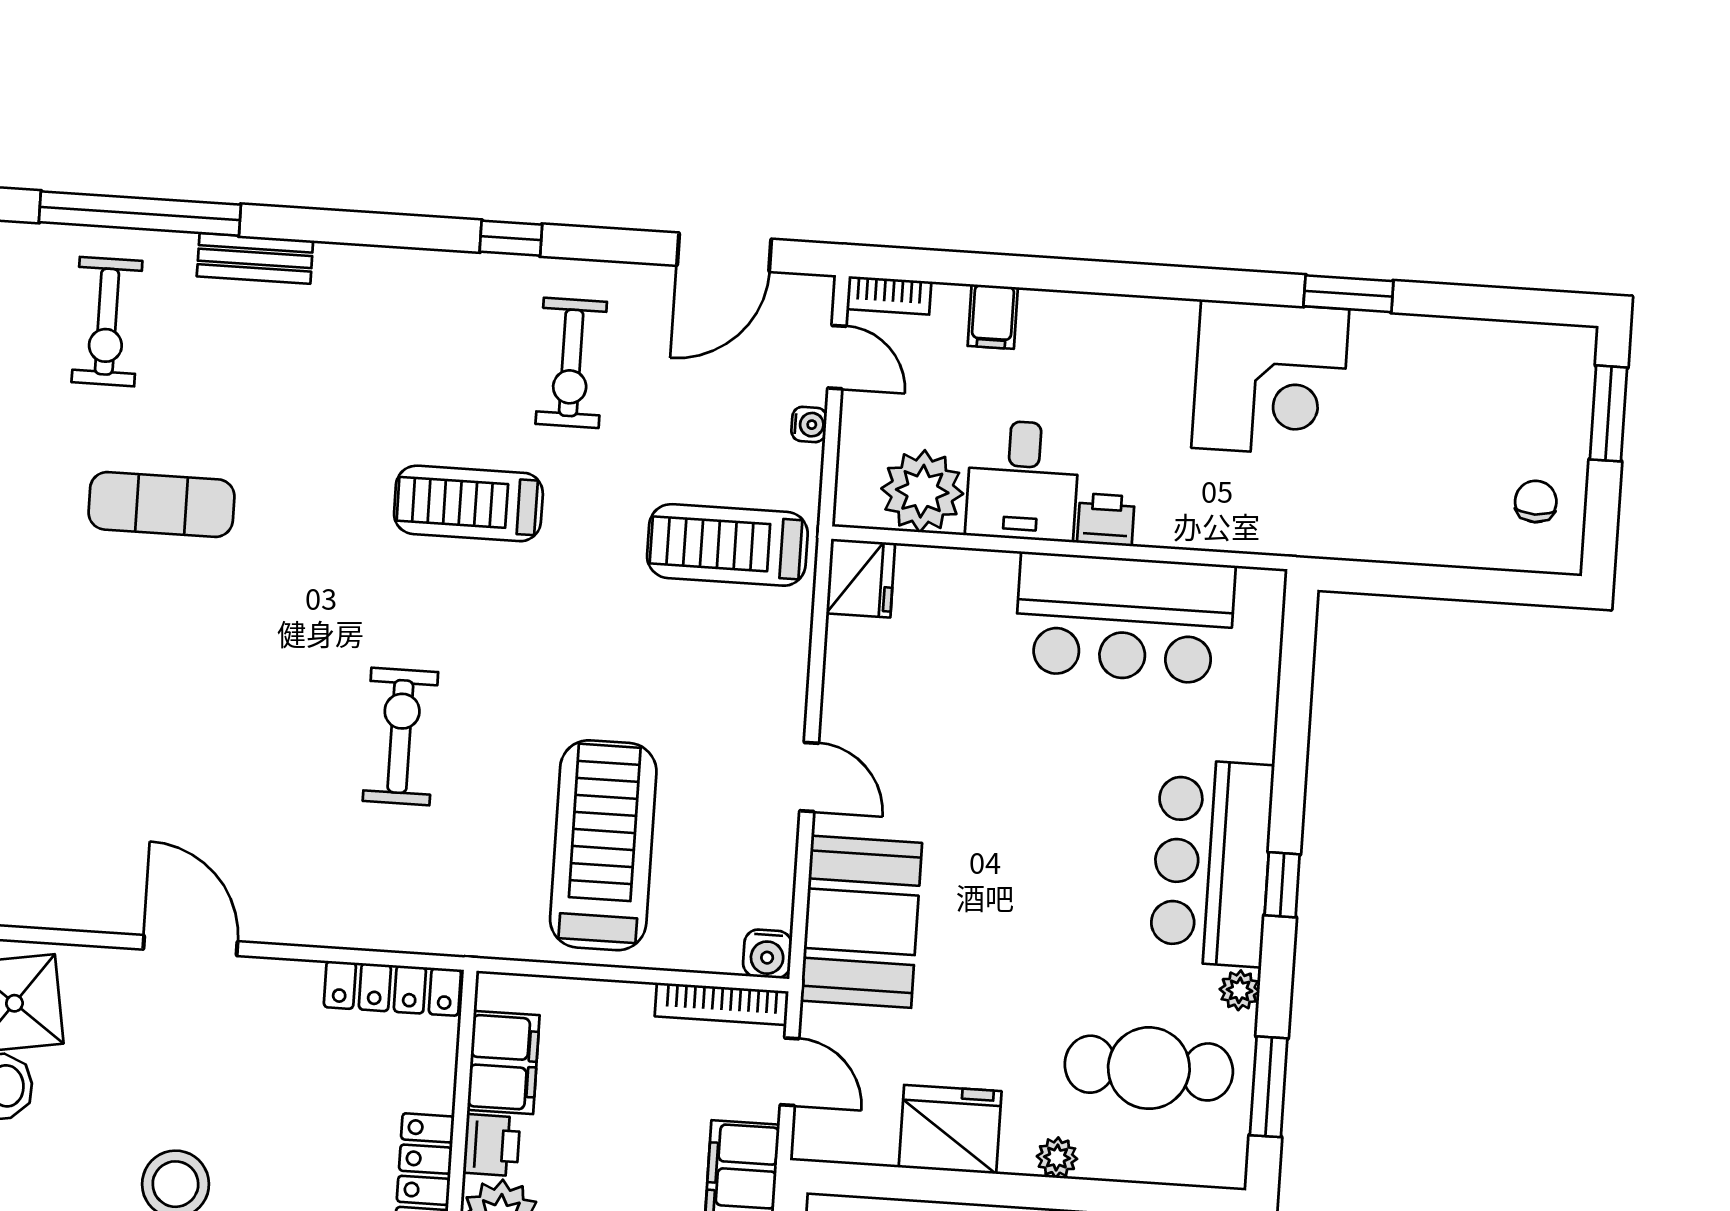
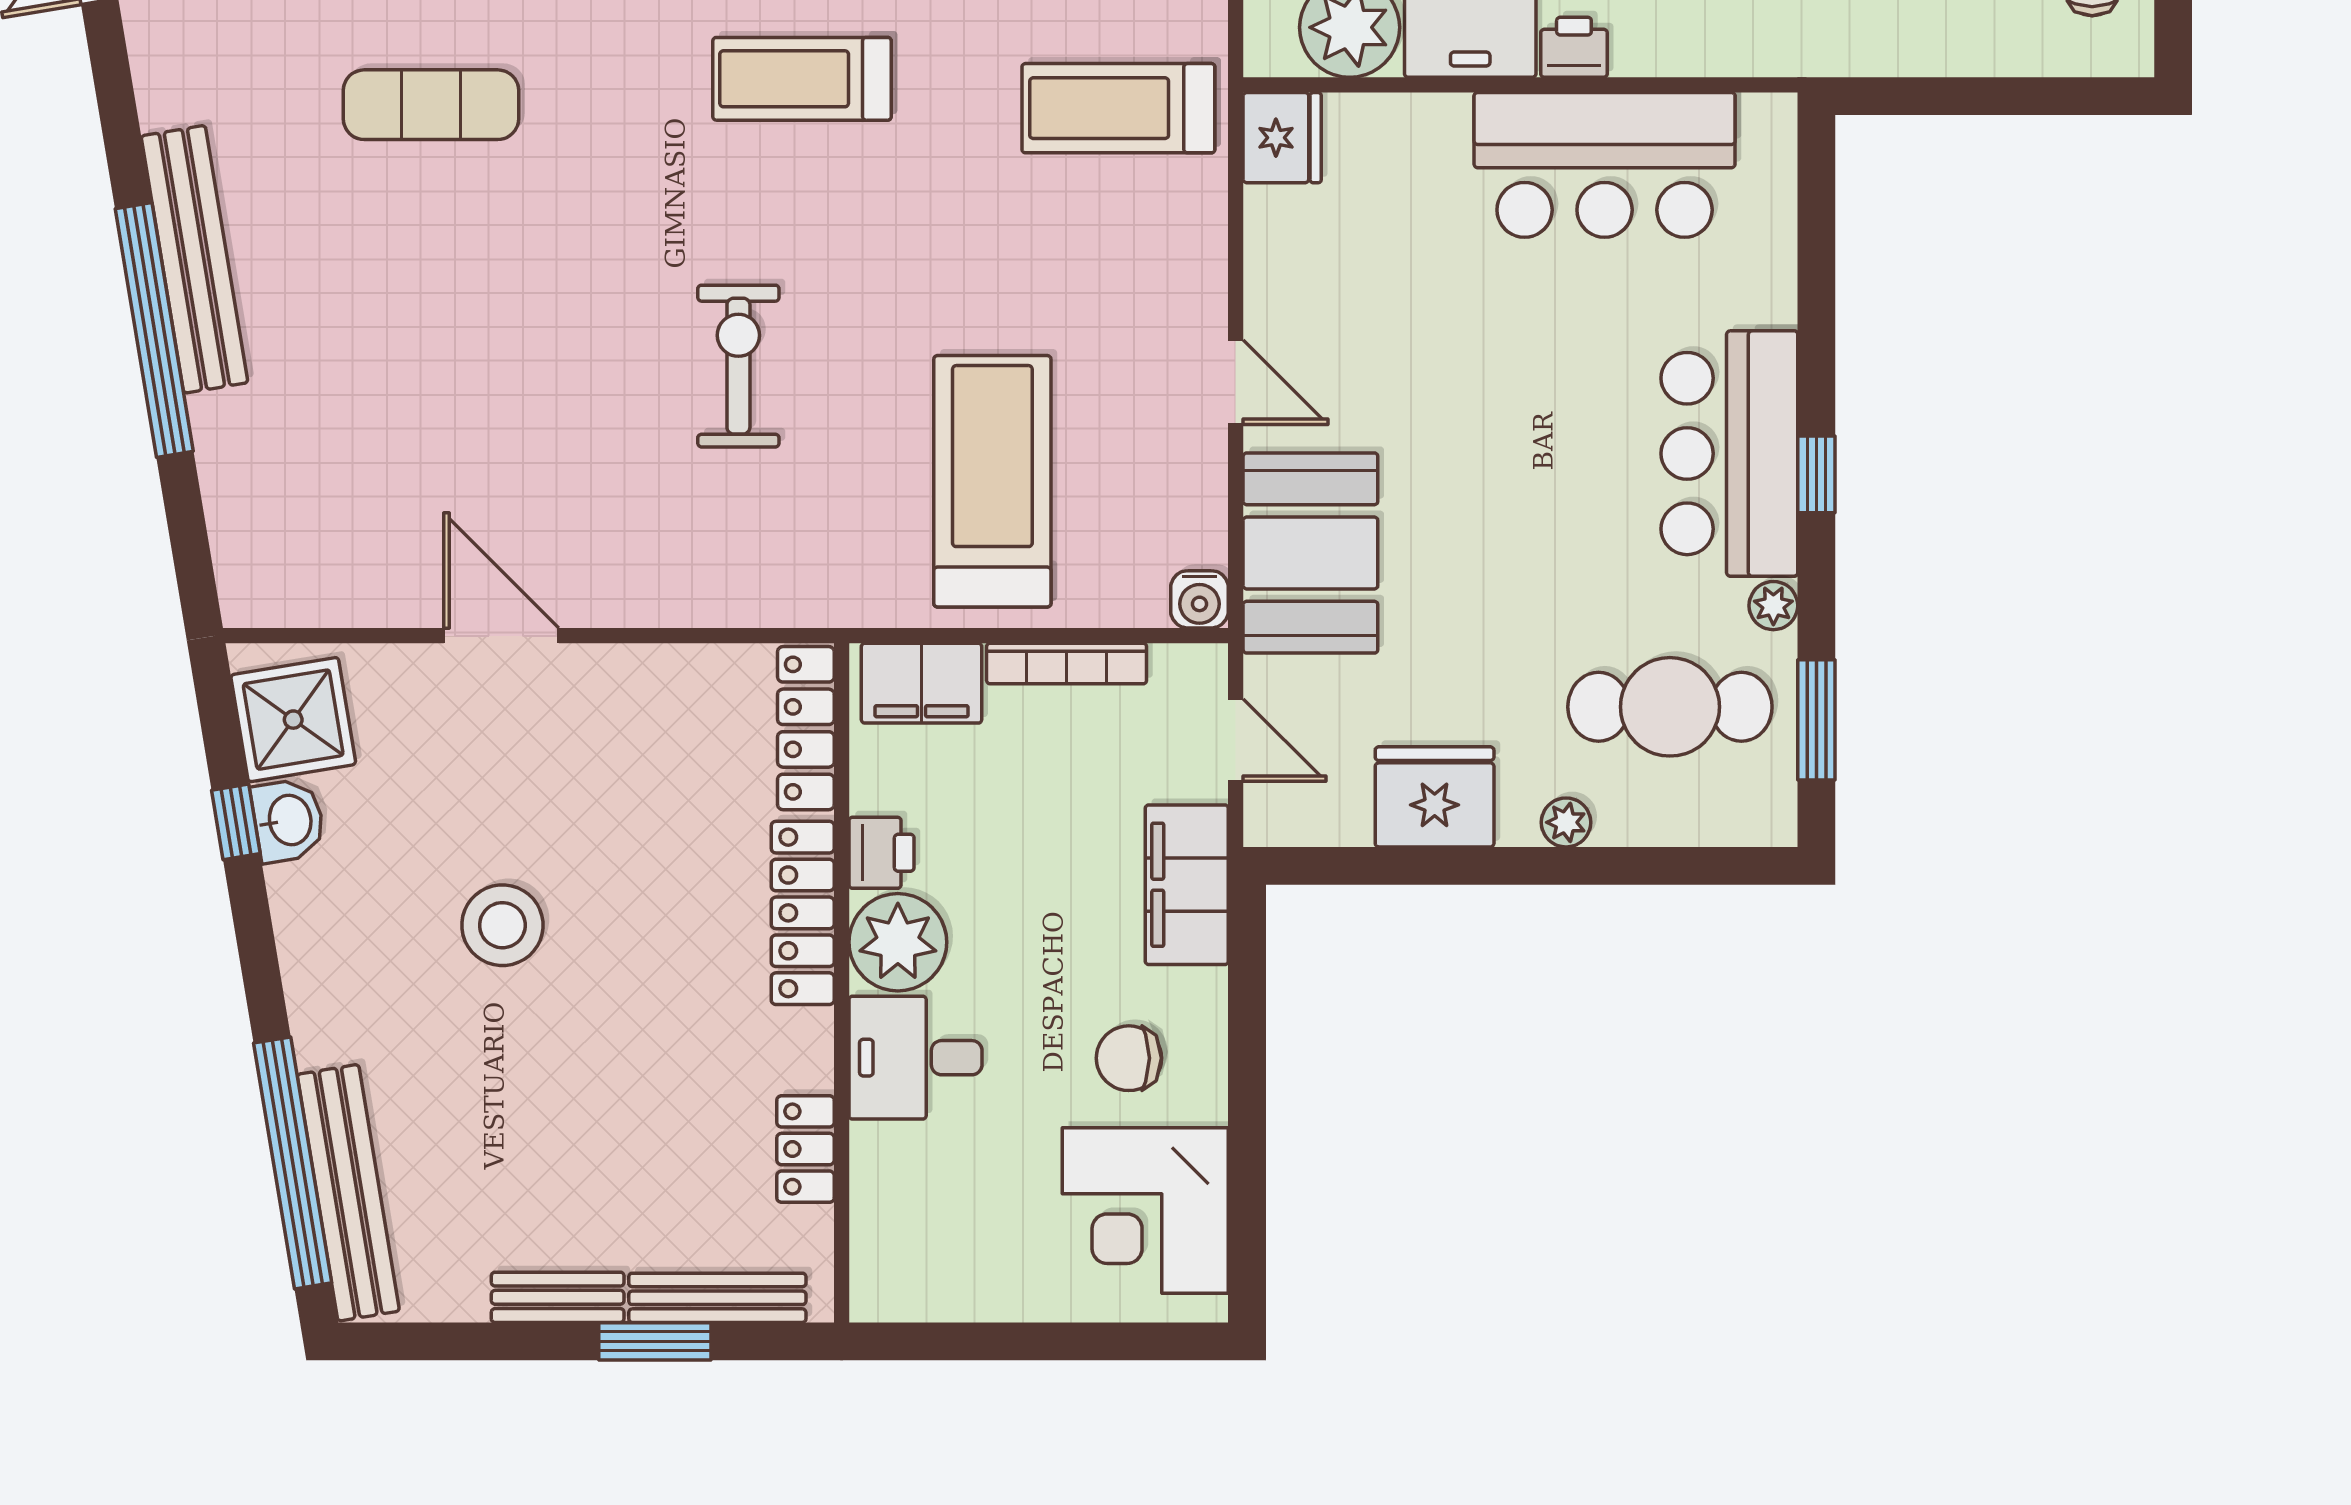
locker: (392, 988) -> (806, 728), moved, turned 90
bookcase: (722, 1004) -> (1067, 664), moved
filing cabinet: (503, 1063) -> (922, 683), moved, turned 90

